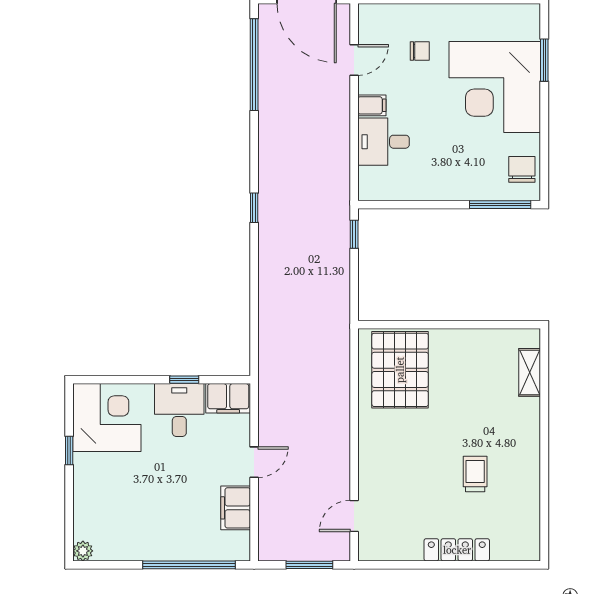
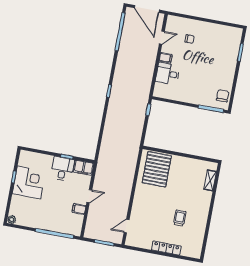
corner desk: (495, 87) -> (218, 60), removed
corner desk: (107, 417) -> (29, 182), moved
filing cabinet: (236, 508) -> (79, 209), width x0.50

